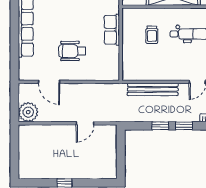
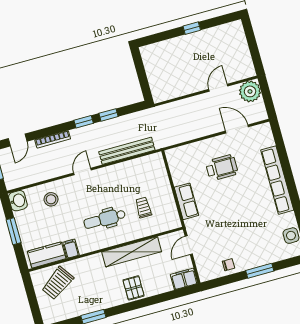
door: (85, 123) -> (218, 88), moved

